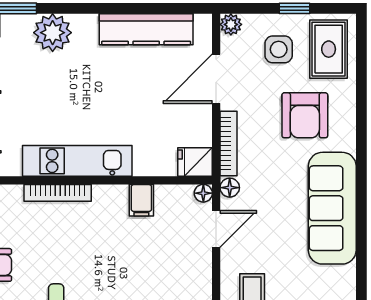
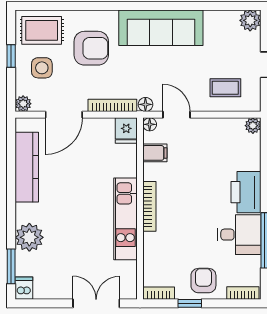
door: (216, 79) -> (64, 115), hinge flipped
bookcase: (58, 193) -> (149, 206), moved
filing cabinet: (141, 200) -> (155, 153), moved

